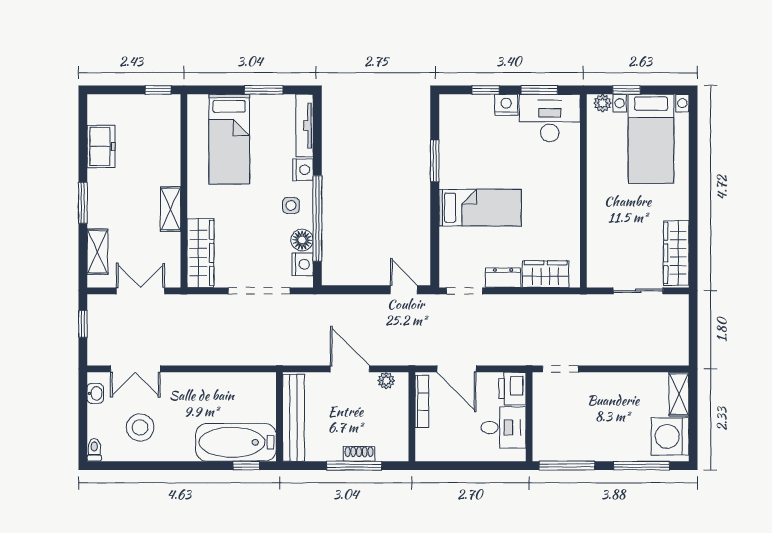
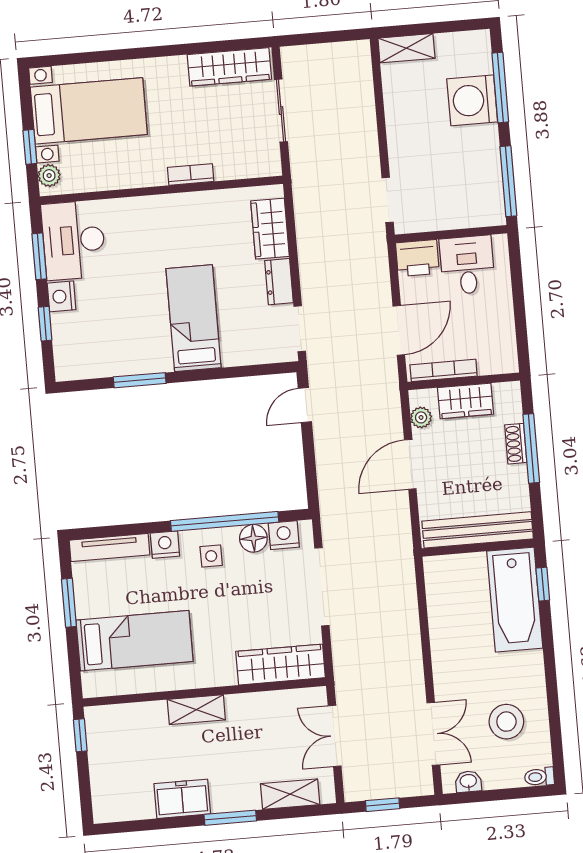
freezer: (101, 146) -> (182, 799), moved
shelving: (171, 209) -> (196, 710), moved
bookcase: (594, 215) -> (191, 174), added
wardrobe: (396, 417) -> (465, 401), added
washing machine: (670, 436) -> (472, 100), moved, turned 90

